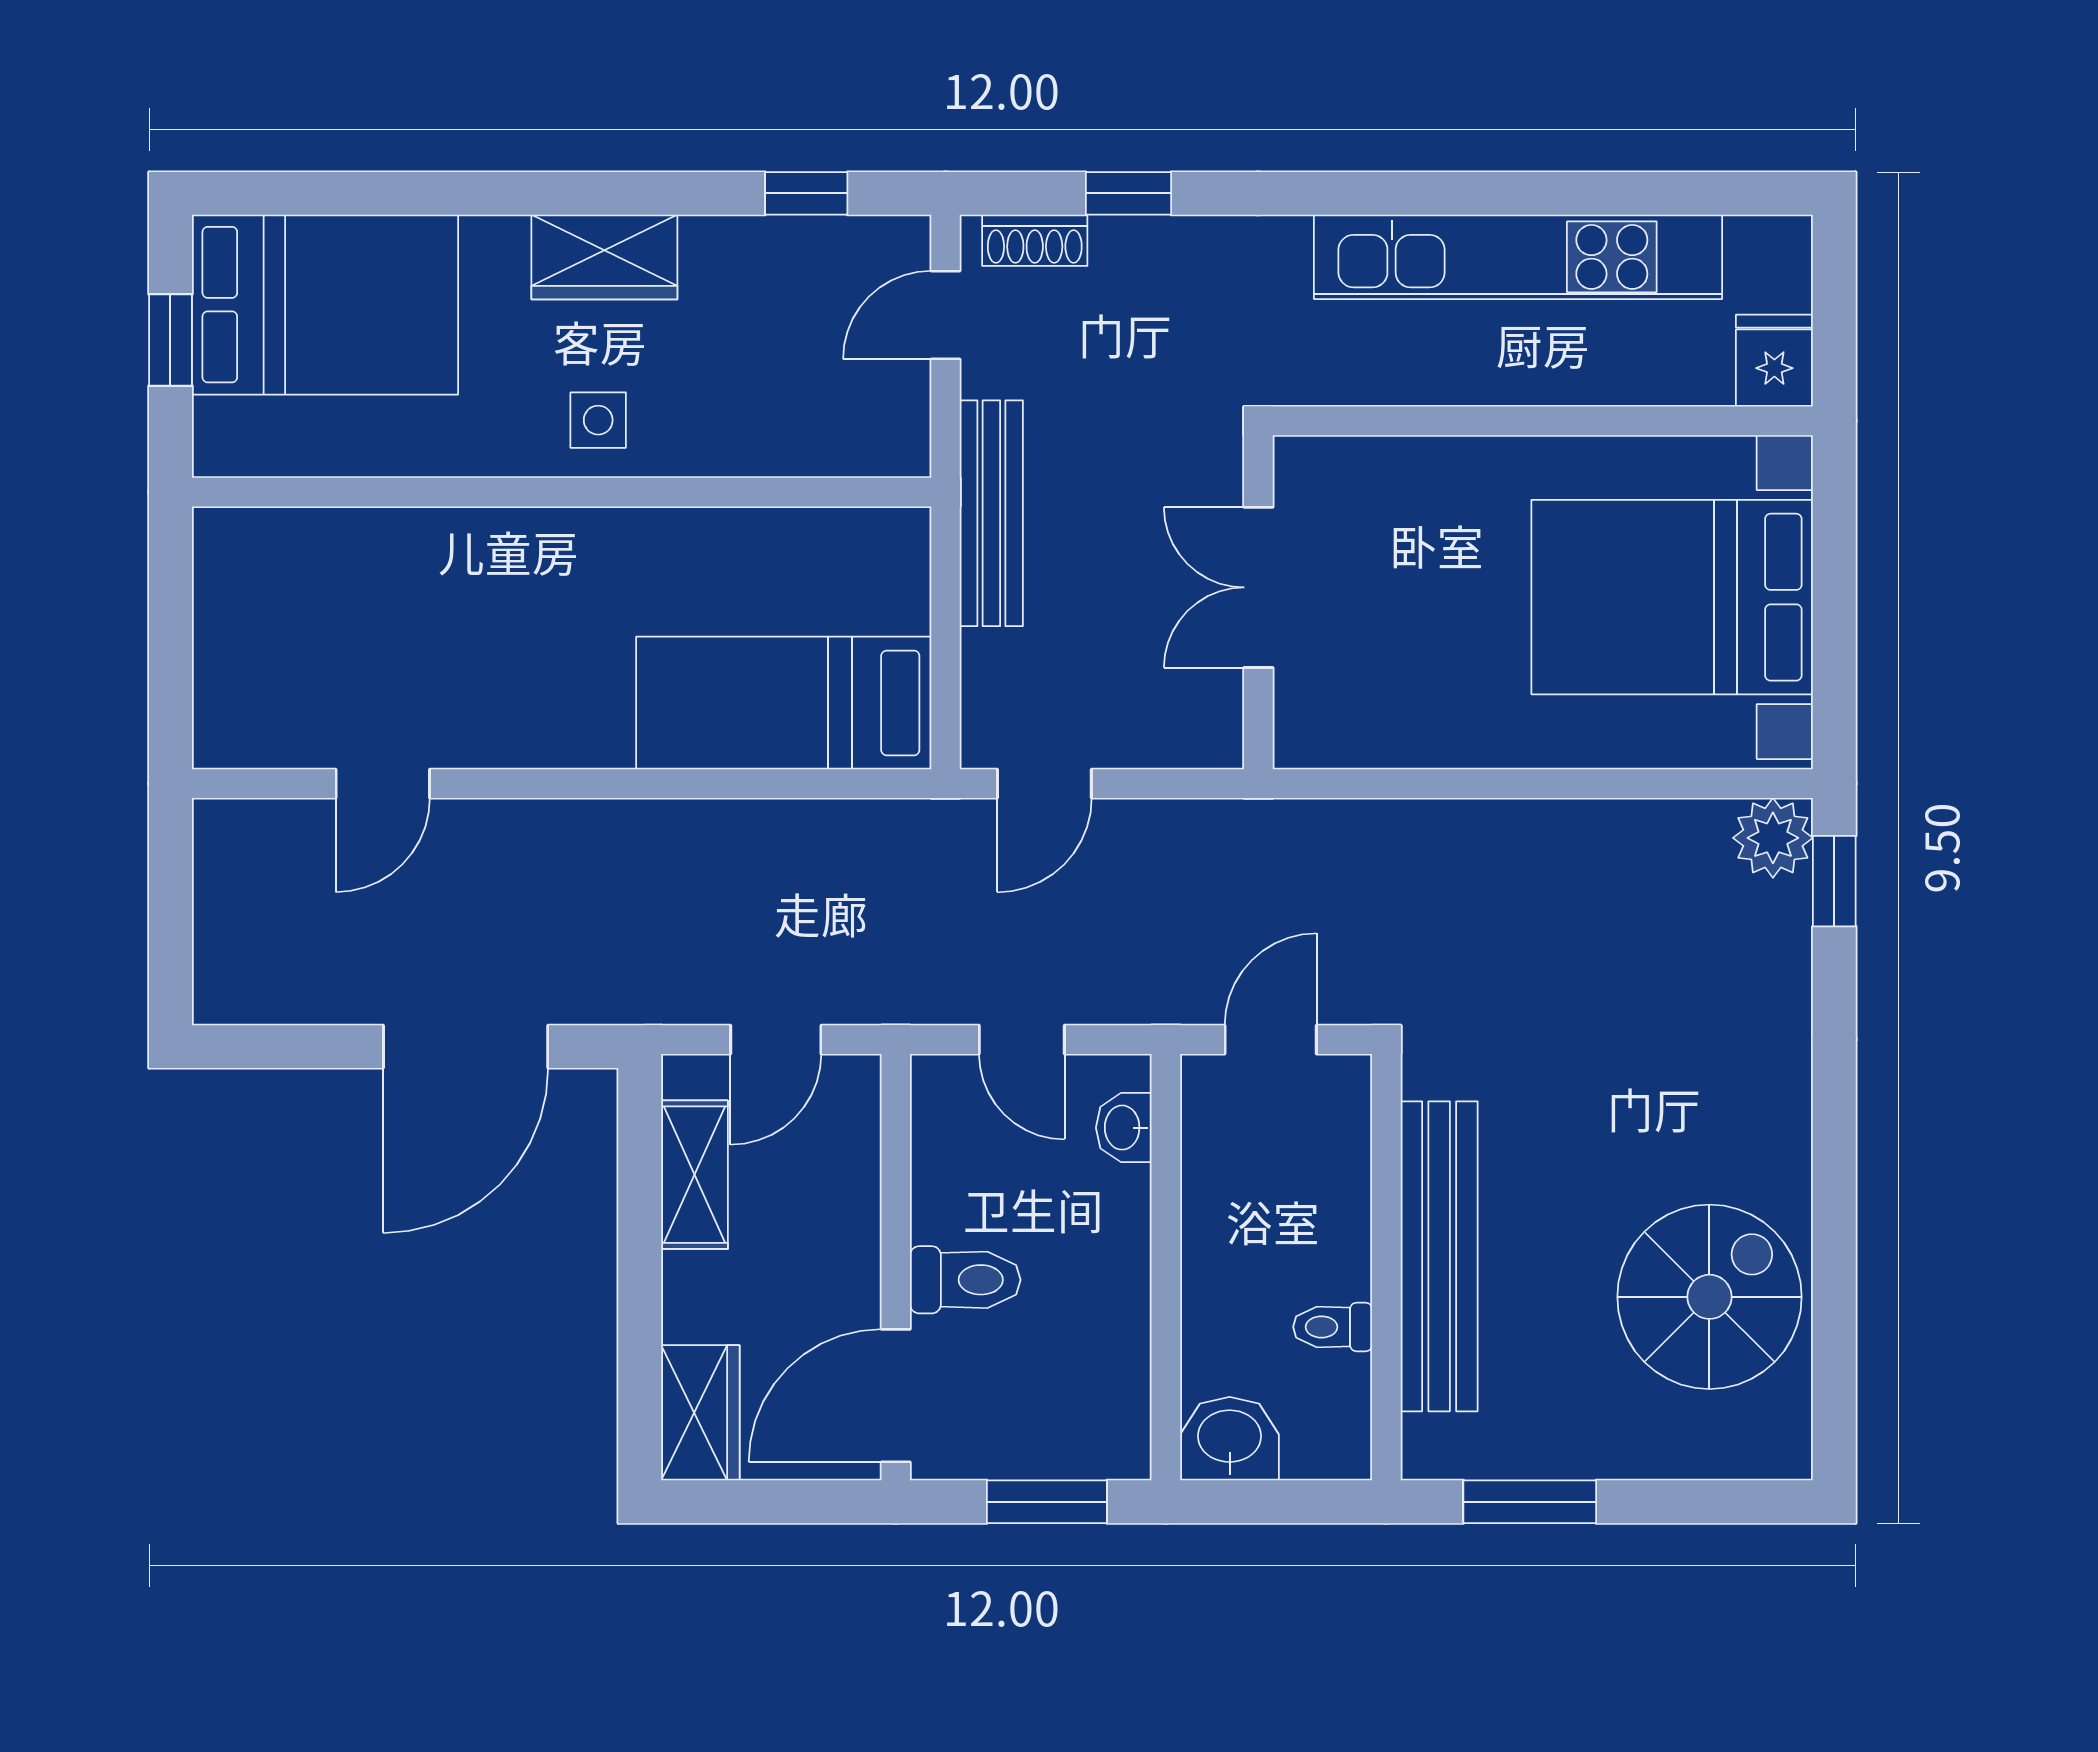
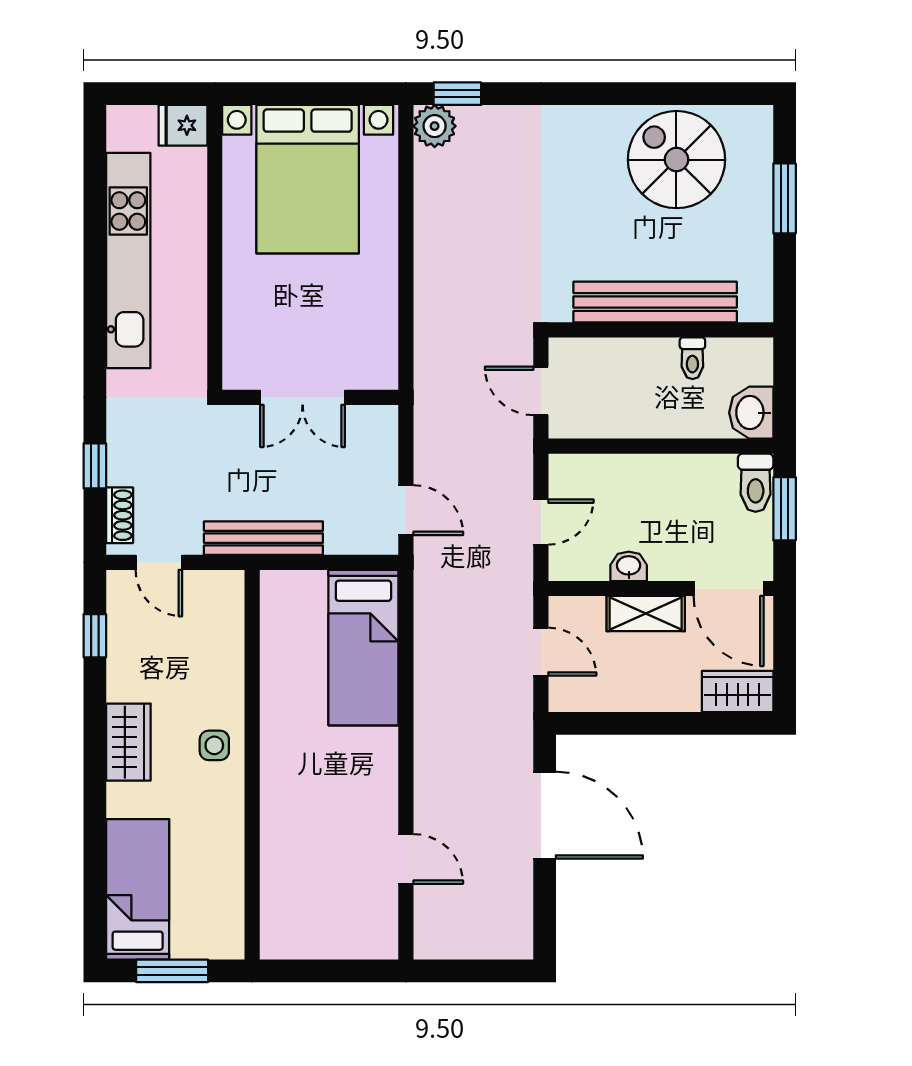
bed: (325, 305) -> (138, 889), width x0.67
window: (170, 340) -> (172, 971), width x1.50
washbasin: (1124, 1128) -> (629, 566), moved, turned 180
shelving: (695, 1175) -> (646, 614), moved
toilet: (965, 1280) -> (756, 483), moved, turned 180
window: (1530, 1502) -> (785, 198), moved

